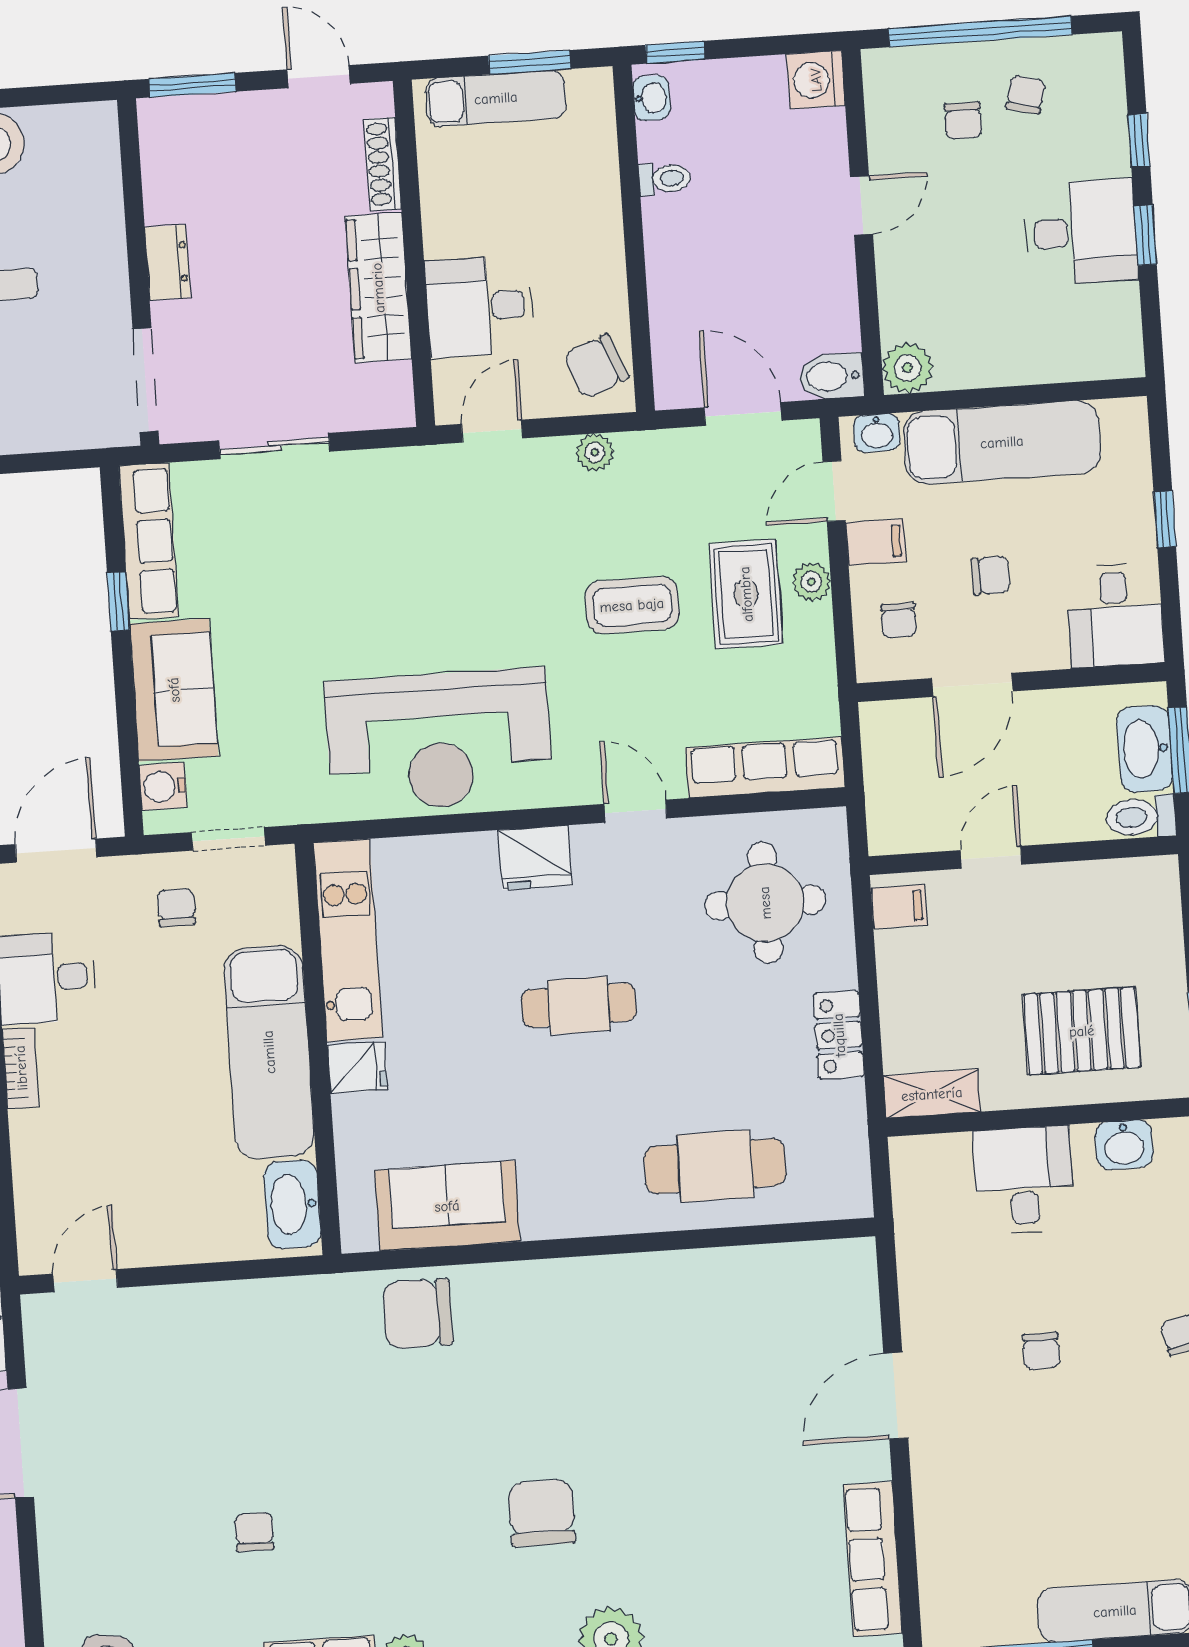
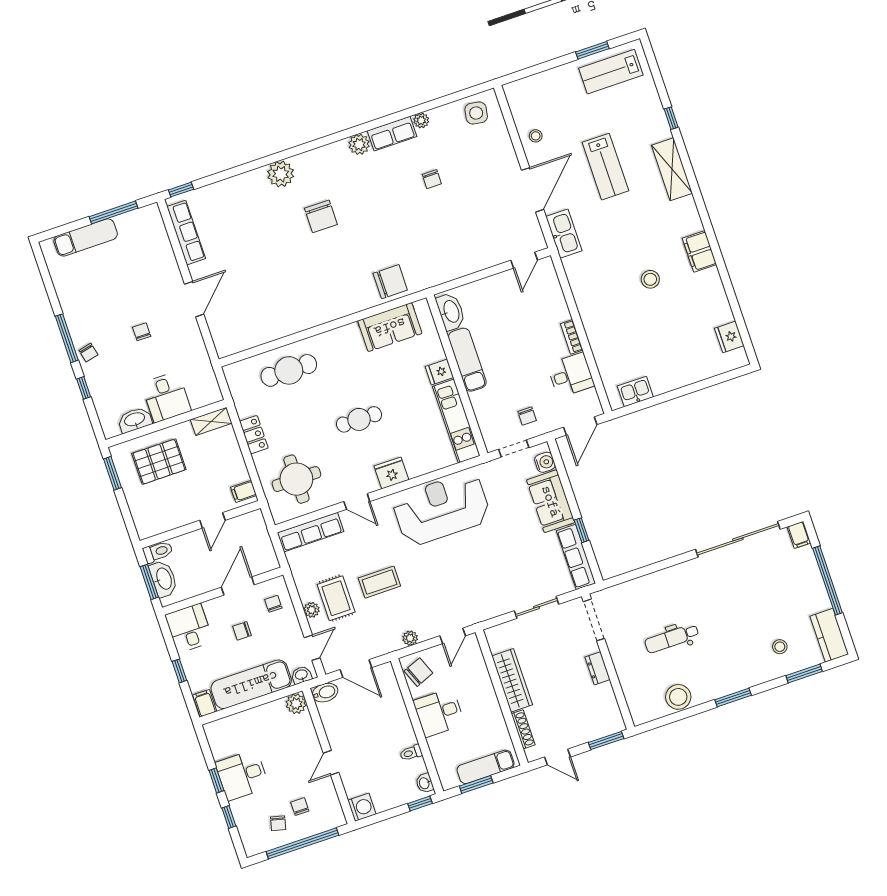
desk: (480, 306) -> (439, 713), moved, turned 180
filing cabinet: (876, 542) -> (205, 703), moved, turned 90
exam couch: (269, 1052) -> (467, 360), width x0.73, depth x0.69
washbasin: (1124, 1145) -> (135, 420), width x1.38

